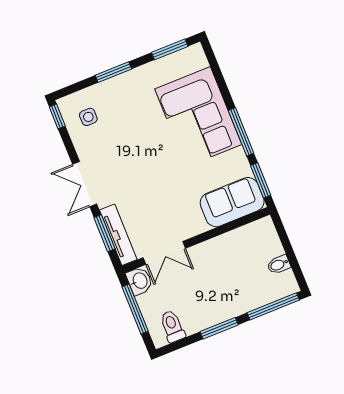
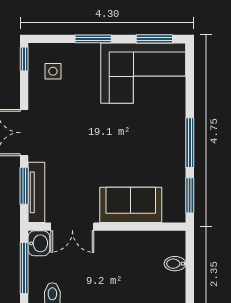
corner sofa: (198, 117) -> (143, 73), moved, turned -90
sofa: (232, 202) -> (131, 205), moved
bidet: (279, 265) -> (175, 264), moved

